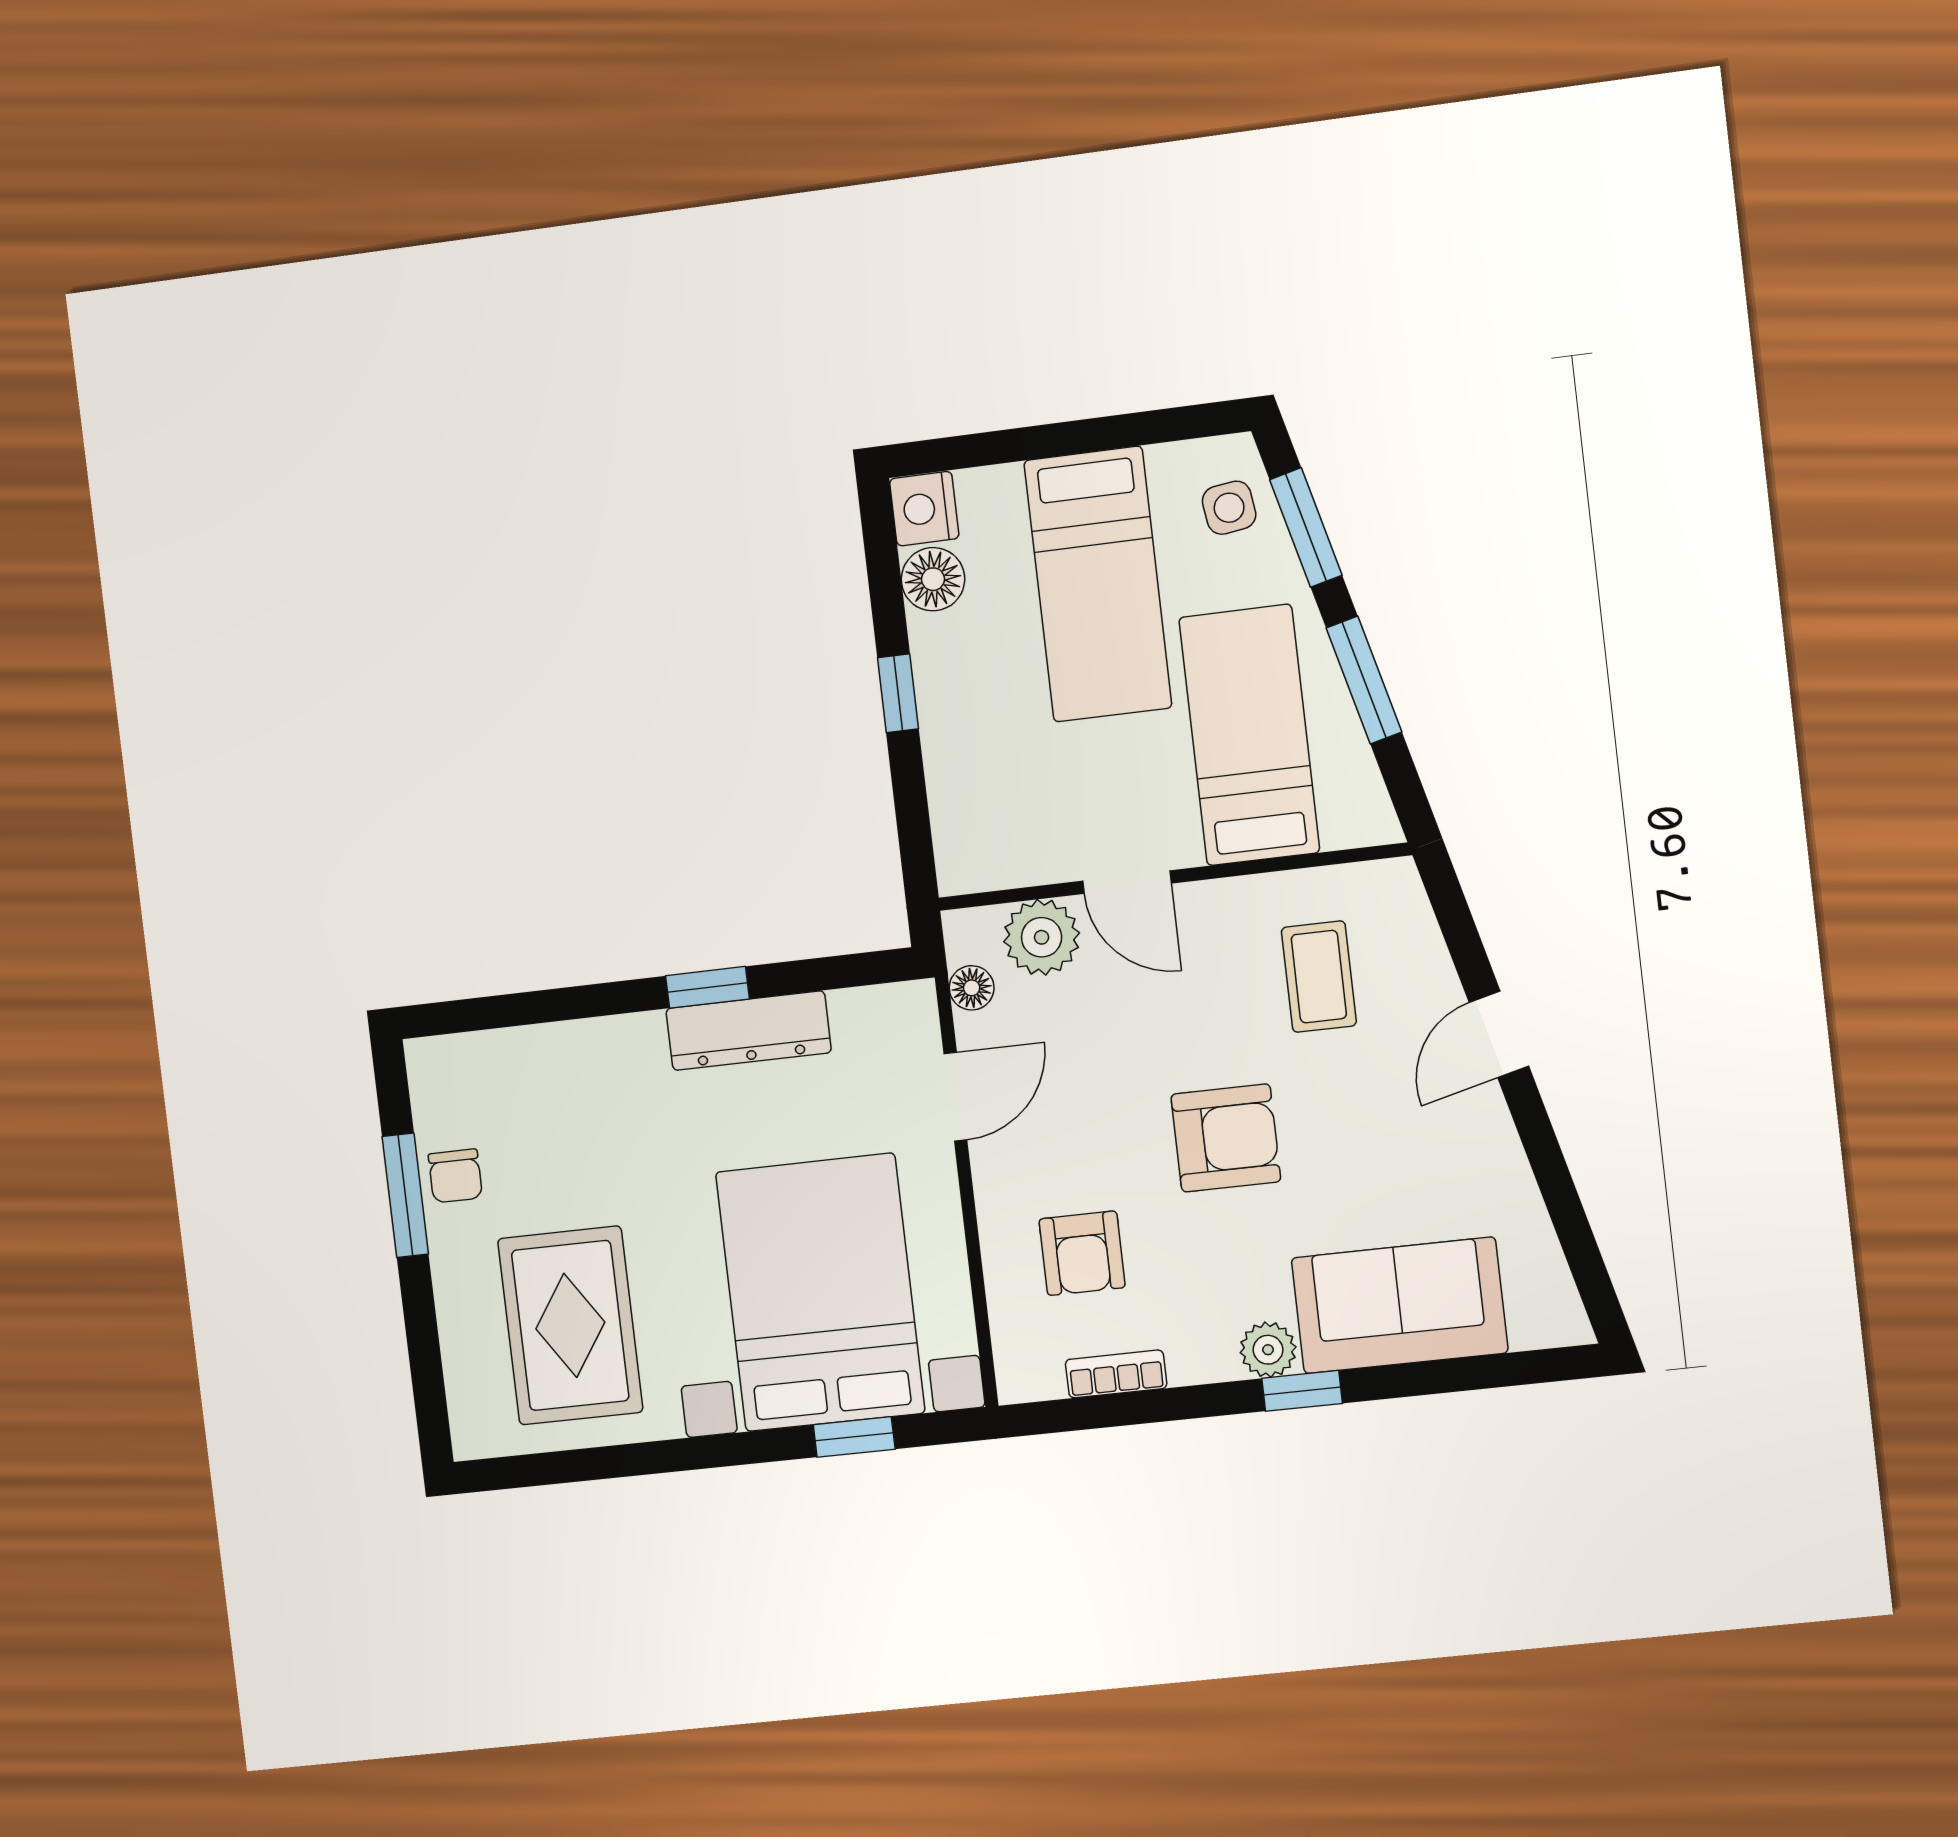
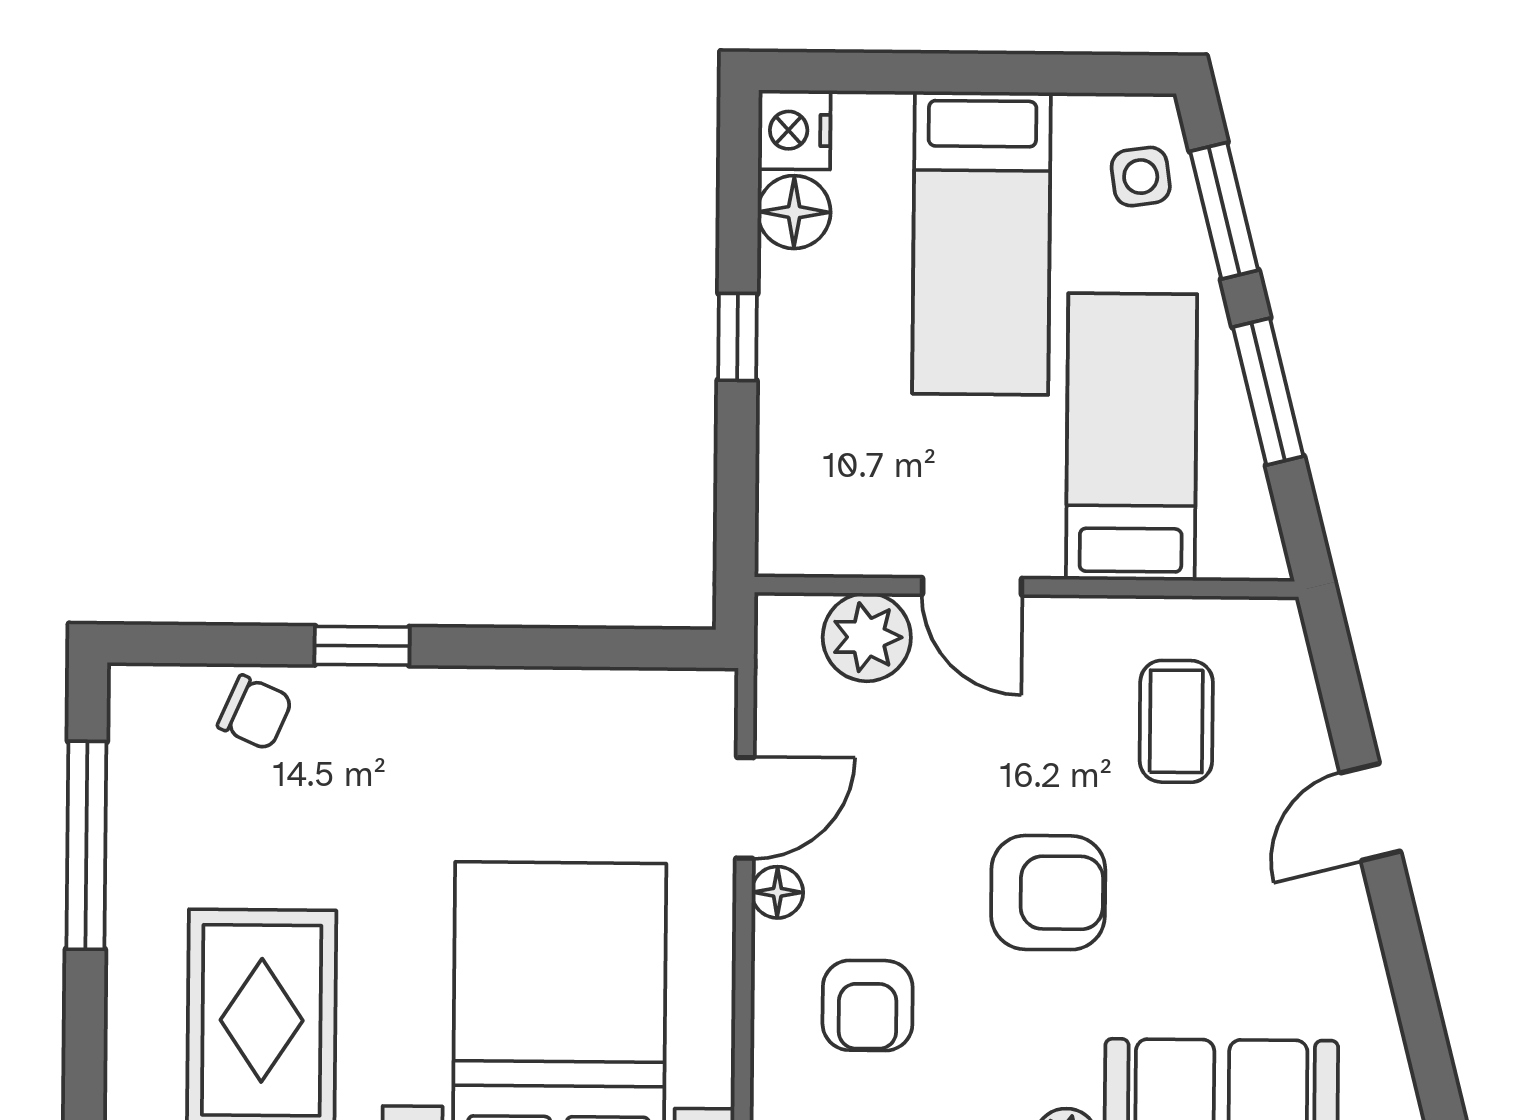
window: (707, 987) -> (362, 646), moved
floor lamp: (972, 988) -> (777, 892), moved
dresser: (749, 1031) -> (515, 703), removed
chair: (455, 1176) -> (255, 712), moved, turned -66
window: (405, 1195) -> (86, 845), width x1.44

